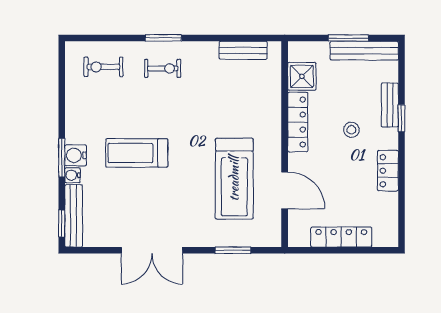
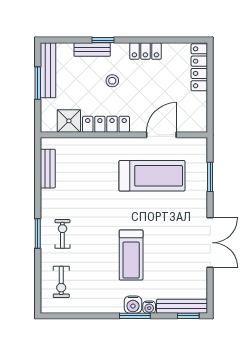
locker: (341, 237) -> (199, 67), moved

